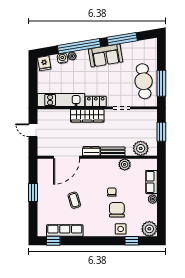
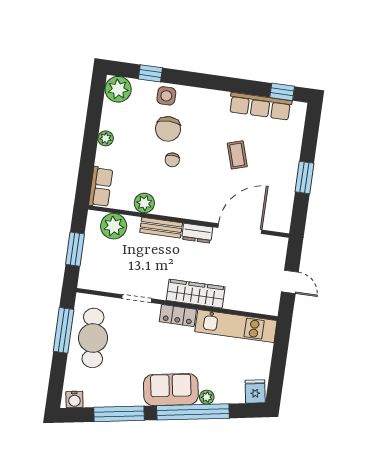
sofa: (106, 56) -> (171, 390), moved
water cooler: (62, 58) -> (74, 399), moved
row of seats: (151, 182) -> (101, 187), moved

